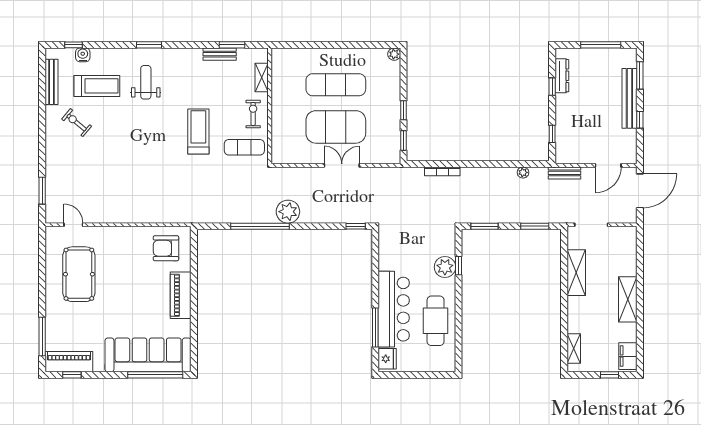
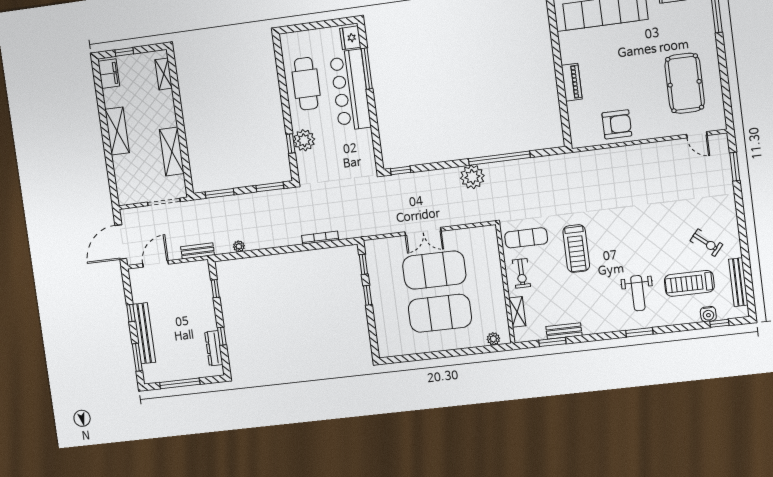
plant: (394, 54) -> (493, 339), moved
exercise mat: (336, 85) -> (440, 313), width x1.47
armchair: (166, 248) -> (617, 124), moved
piano: (181, 295) -> (572, 82), width x0.73, depth x0.75

